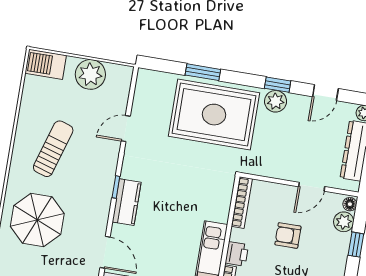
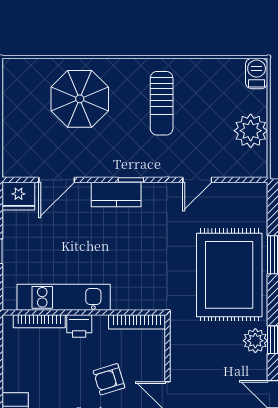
barbecue: (46, 64) -> (257, 73), width x0.73, depth x0.79
door: (126, 129) -> (197, 180), swing flipped
sun lounger: (53, 149) -> (162, 103), turned 73
armchair: (288, 235) -> (109, 379), turned -107

